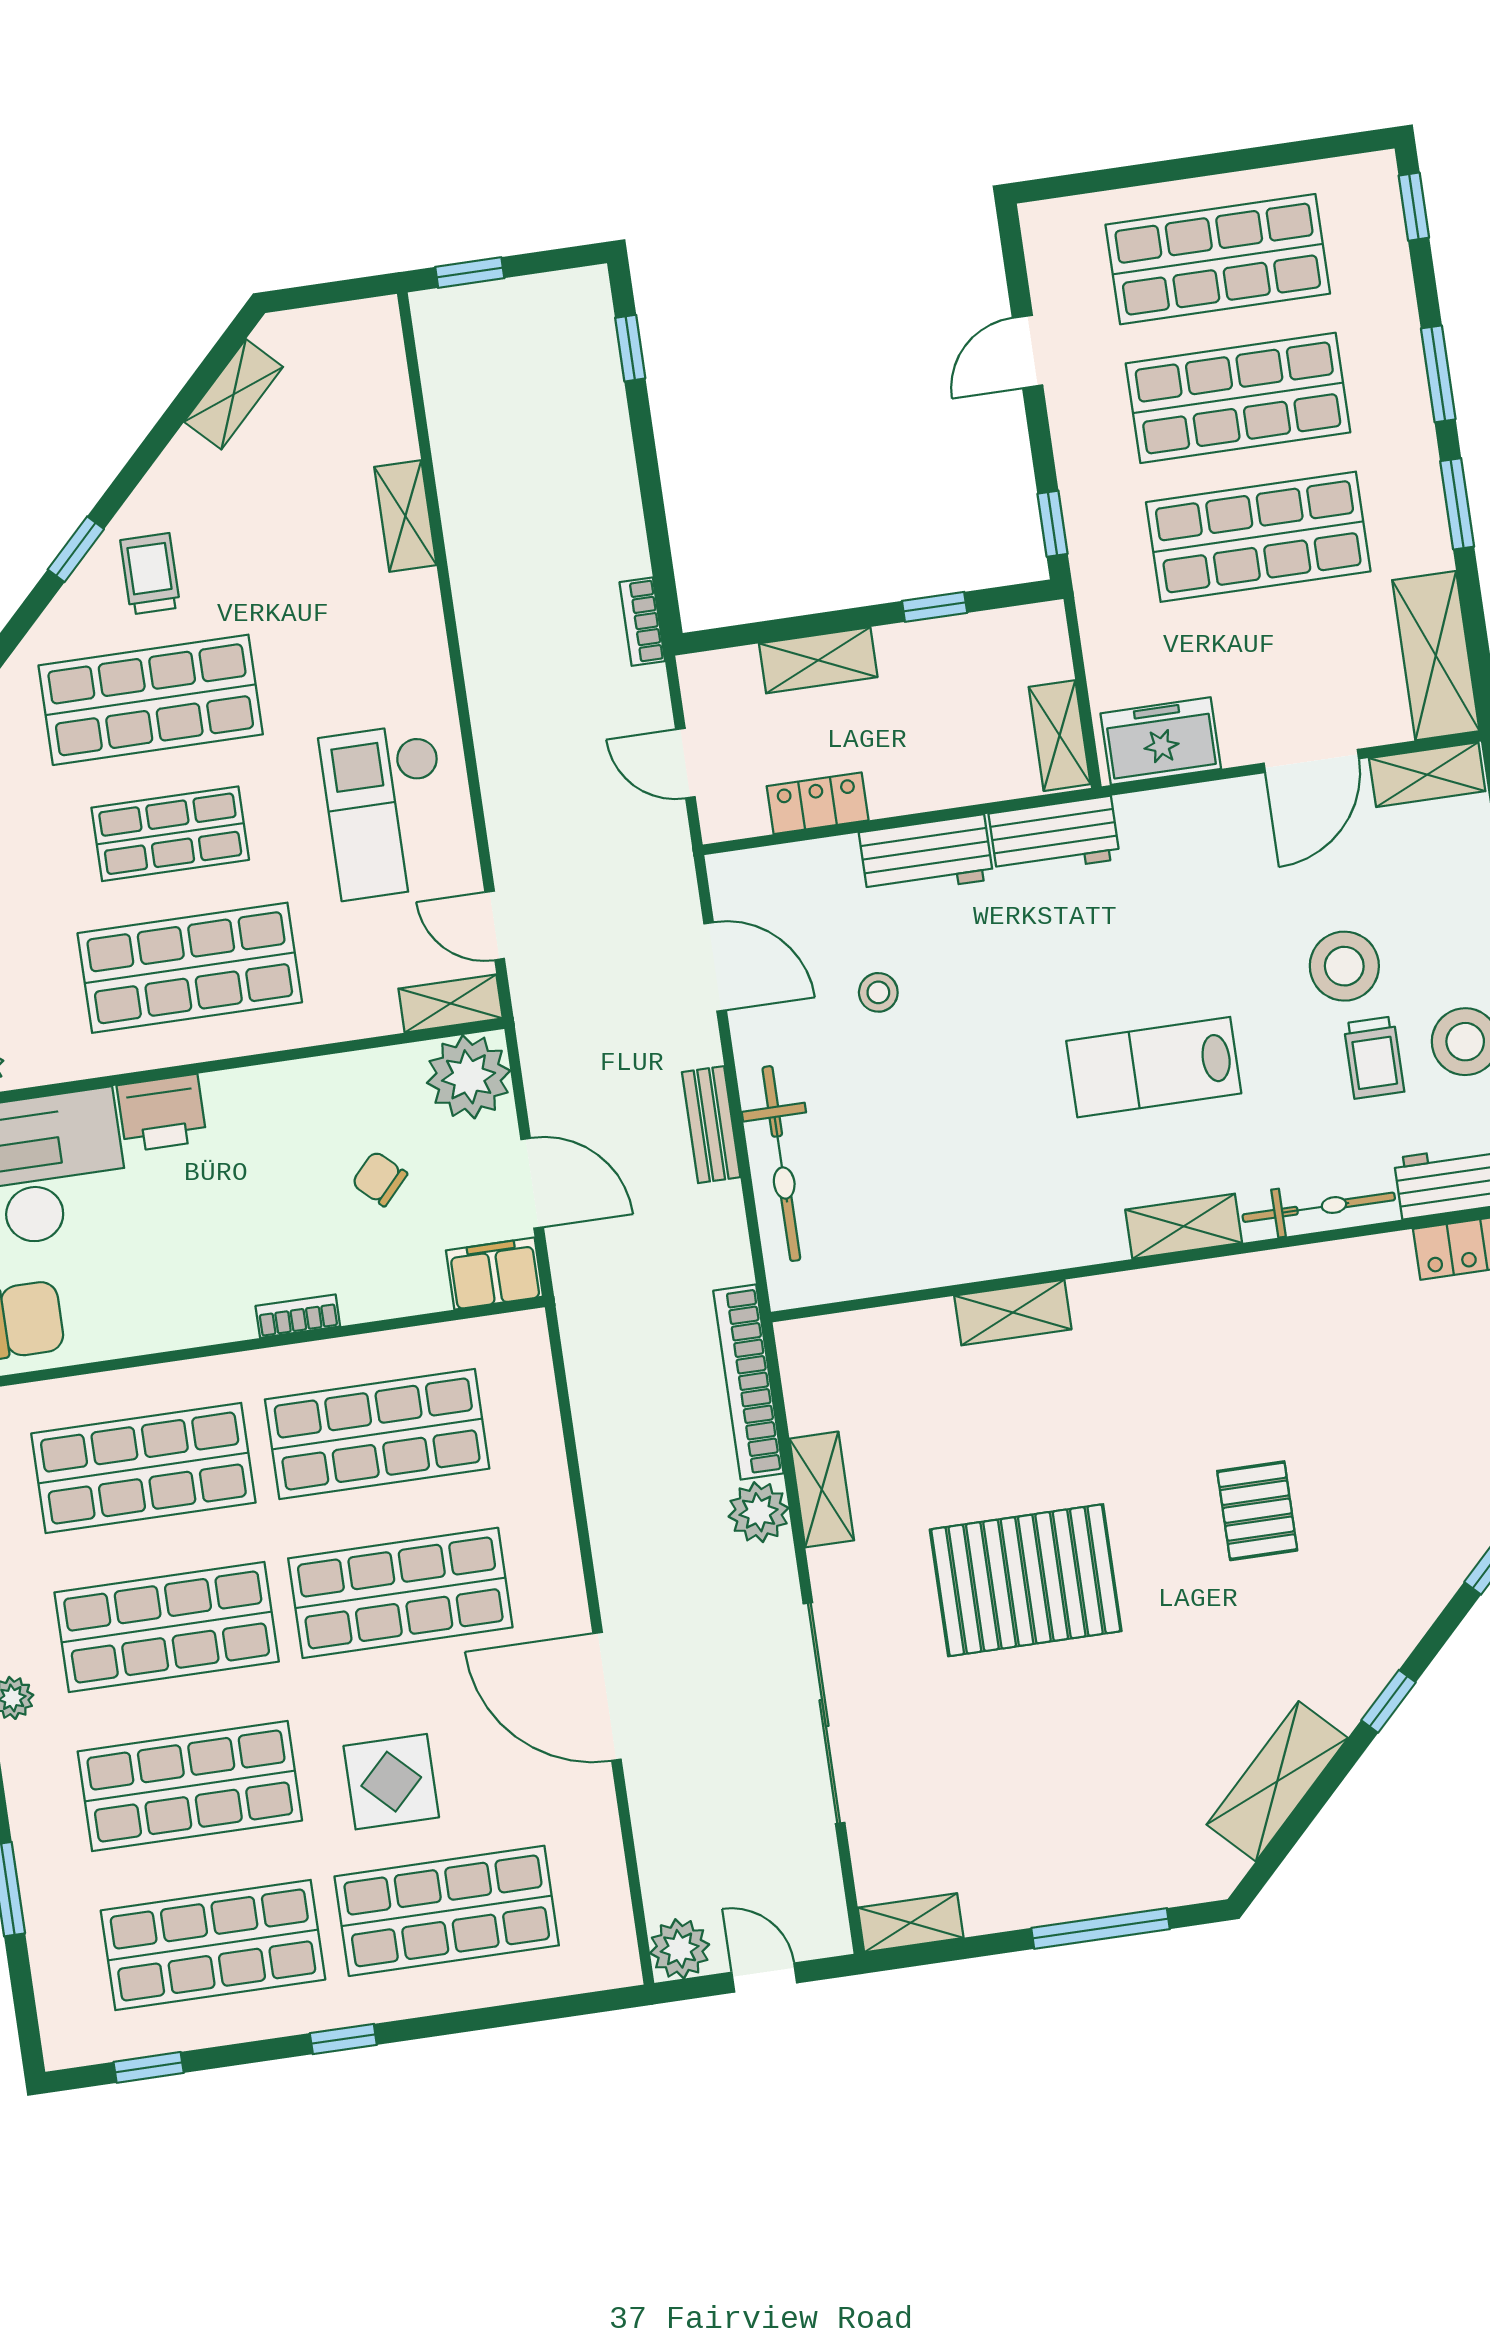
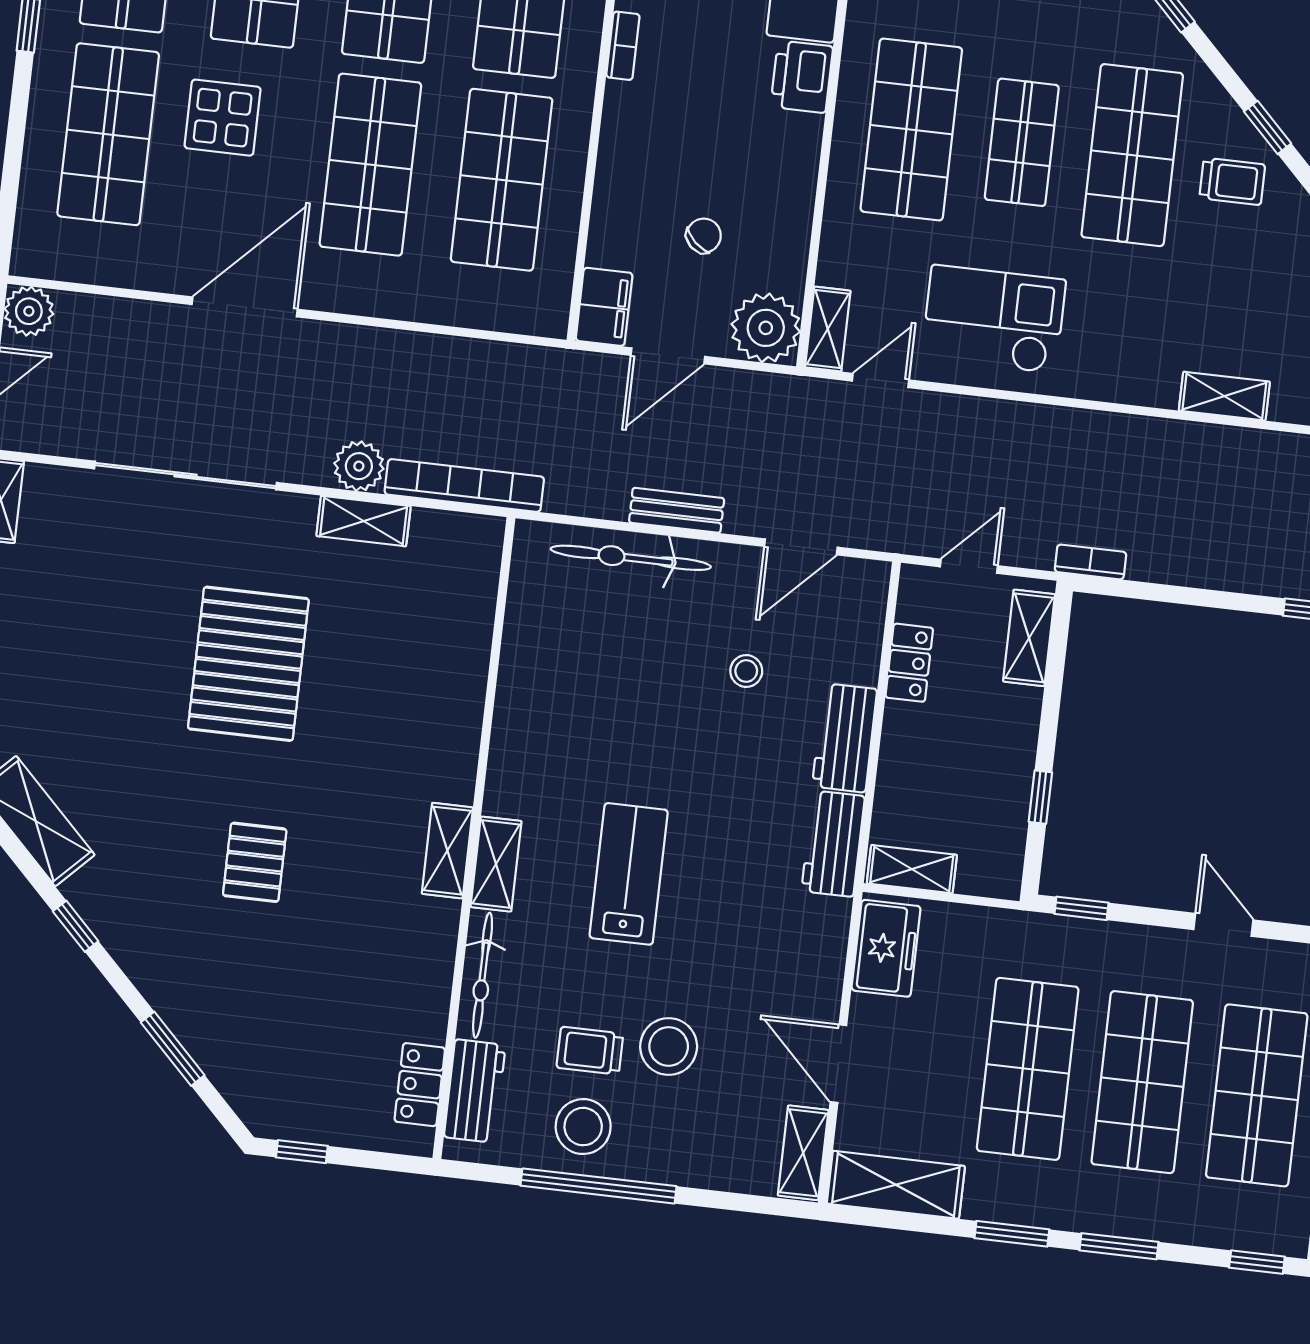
shelving: (818, 660) -> (1029, 638), moved
shelving: (1013, 1313) -> (447, 851), moved
bookcase: (298, 1316) -> (623, 46), moved
pallet: (1257, 1511) -> (255, 862), turned 90

